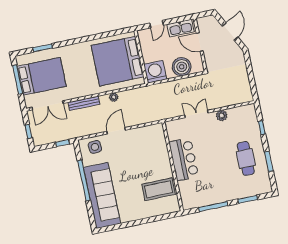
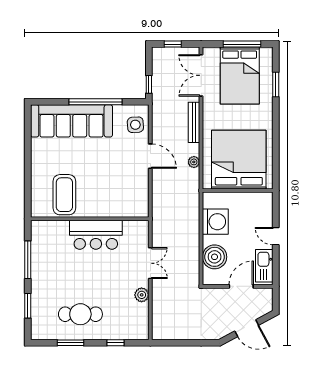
wall: (141, 57) -> (238, 191), moved
bed: (118, 61) -> (239, 160), moved

